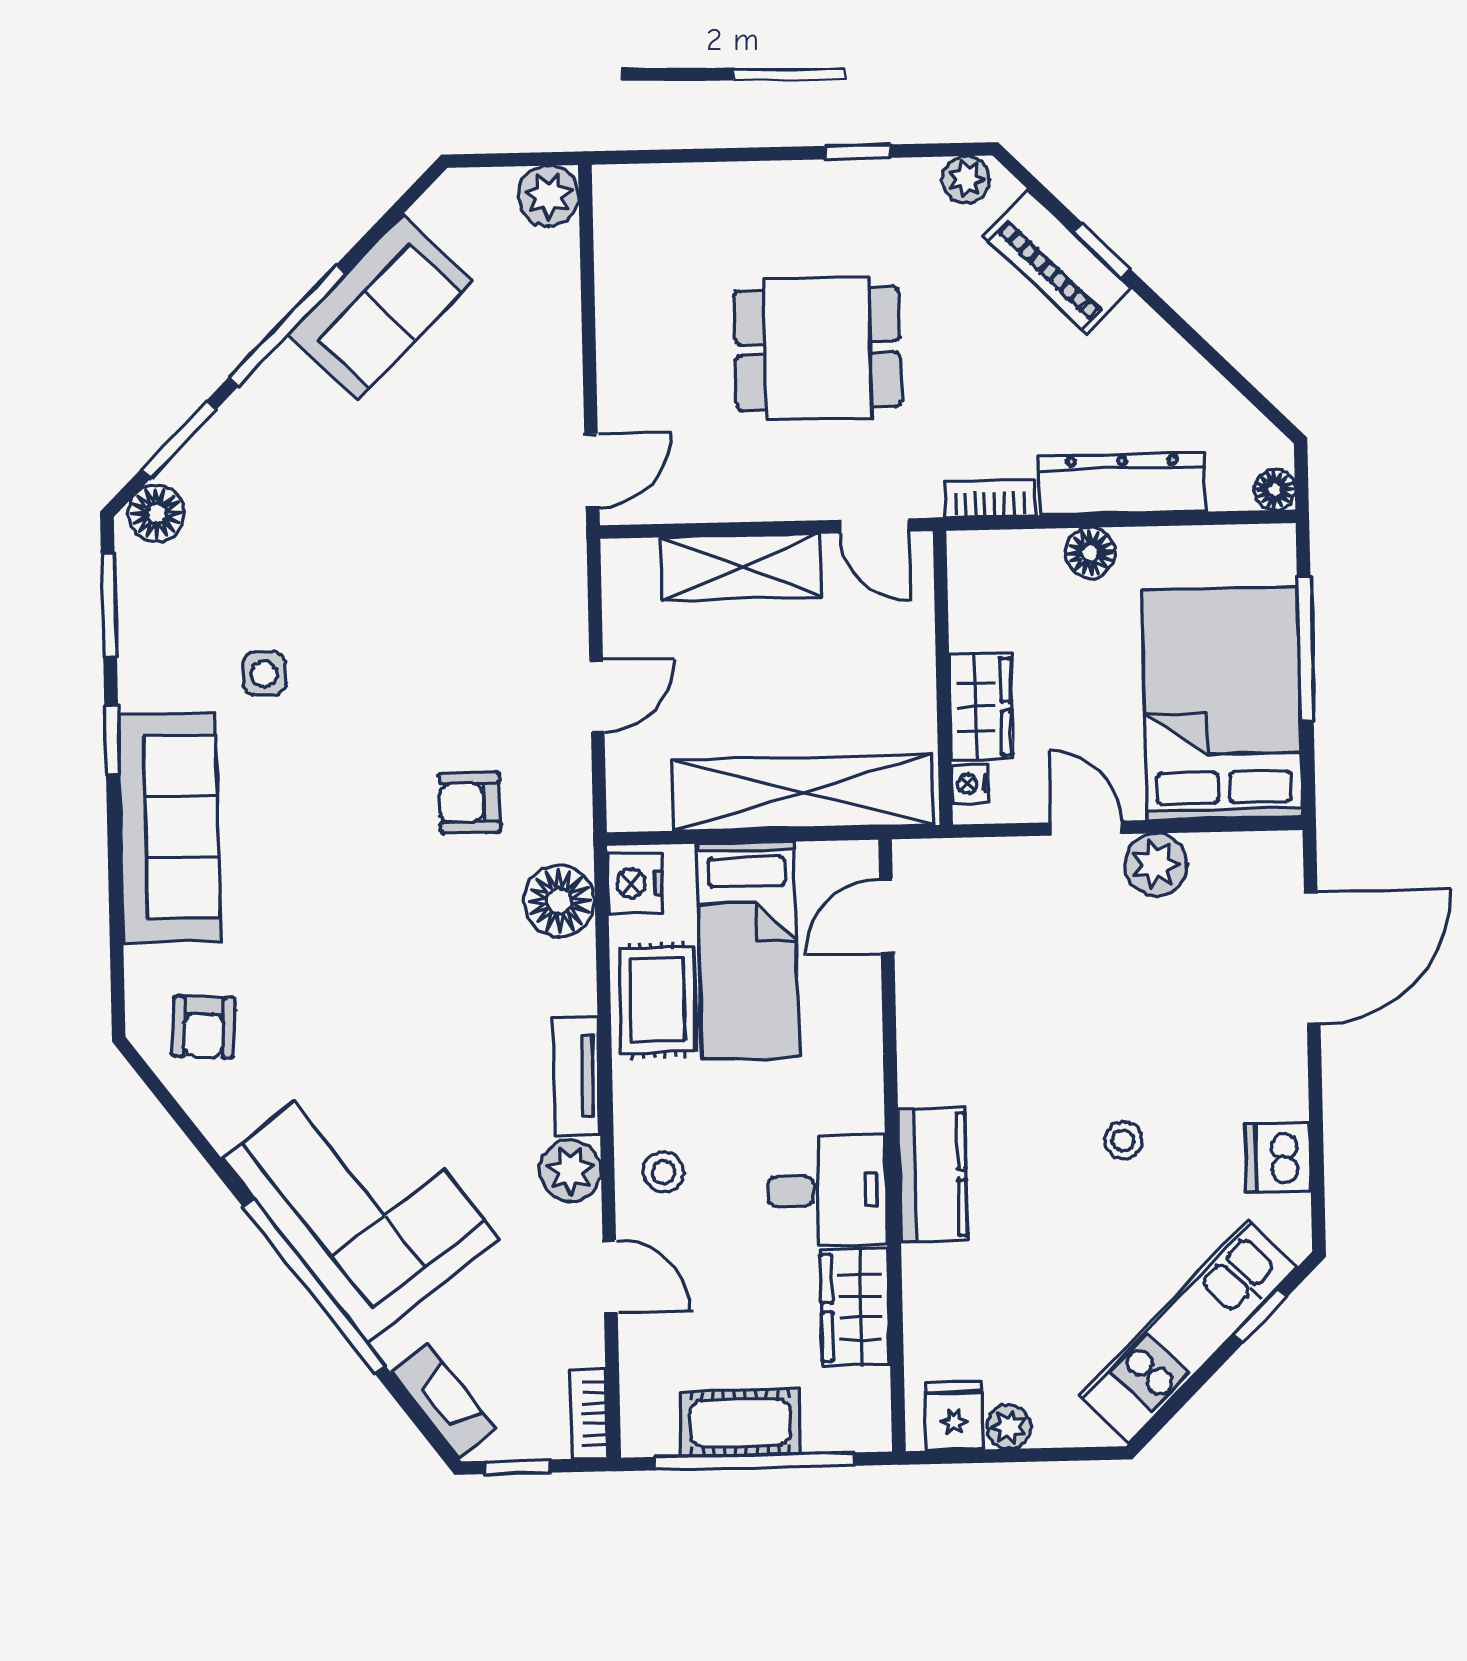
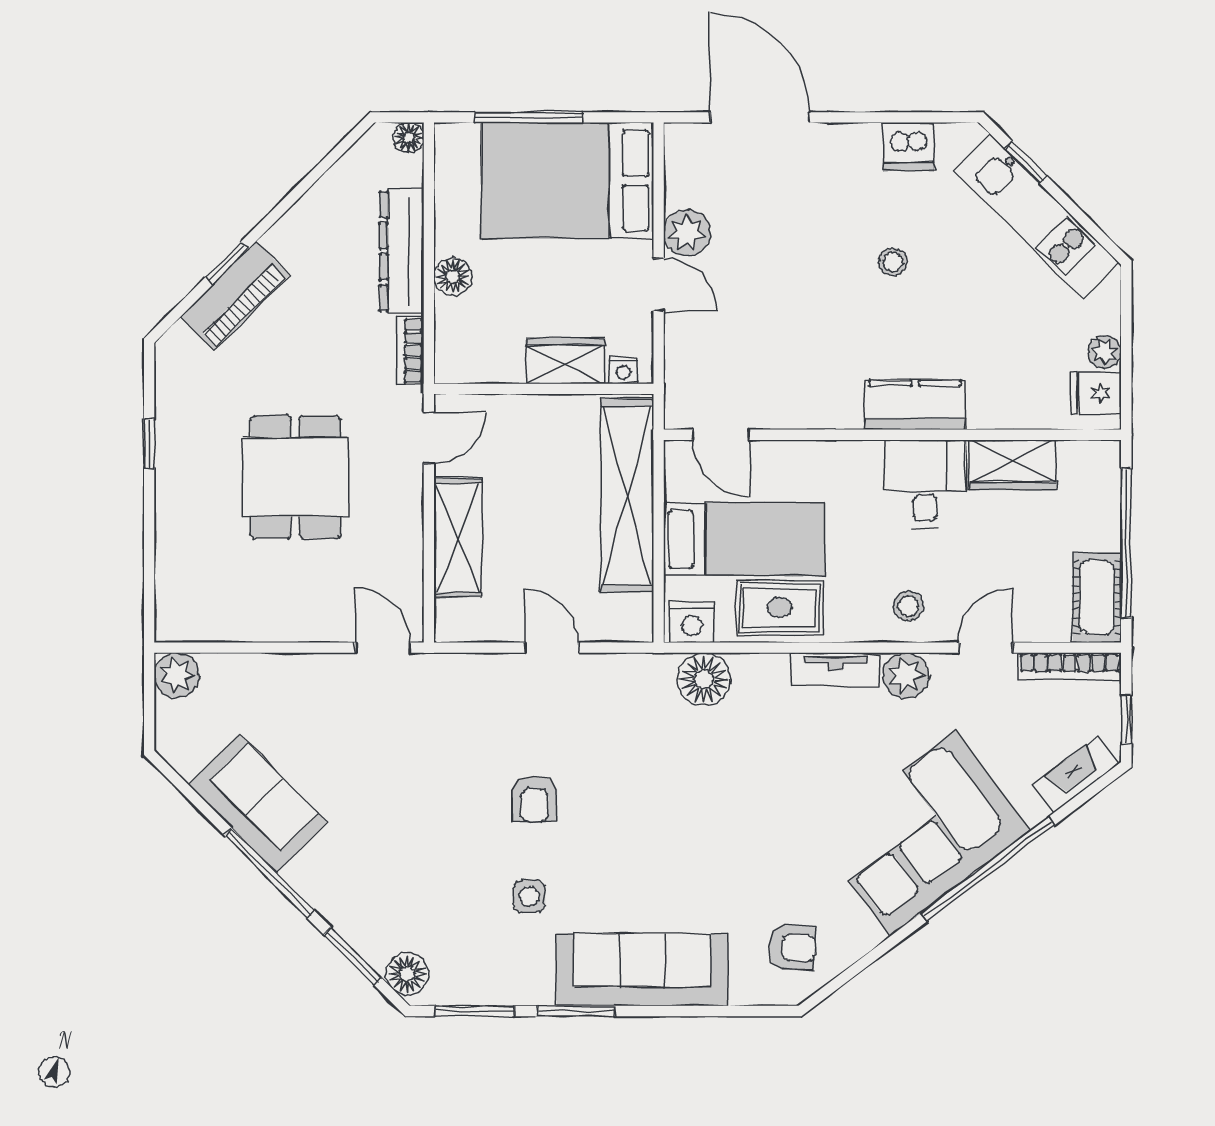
plant: (966, 179) -> (171, 363), removed
window: (112, 740) -> (576, 1011), width x1.50
armchair: (470, 803) -> (535, 799), moved
door: (1086, 828) -> (659, 285), swing flipped
bookcase: (589, 1414) -> (1069, 666), width x1.56
cot: (740, 1423) -> (1097, 597), moved

